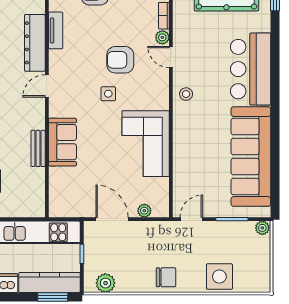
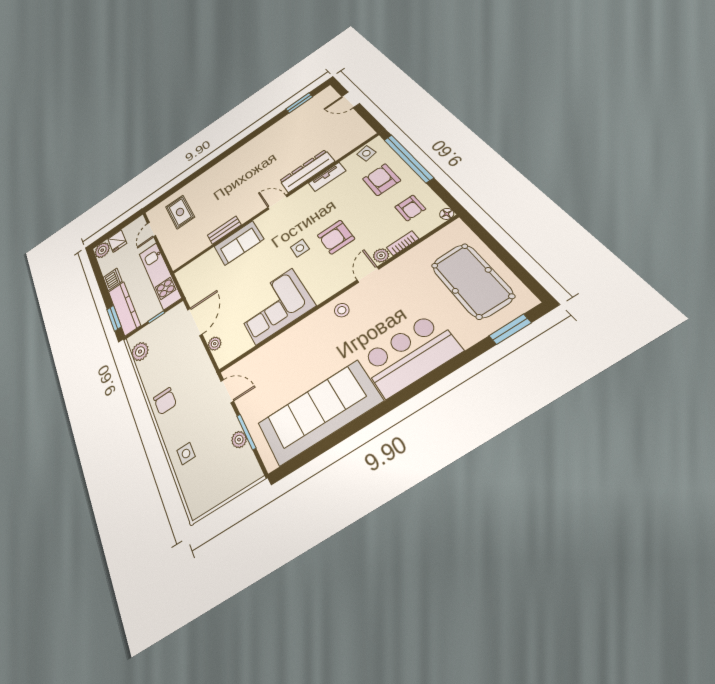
armchair: (120, 60) -> (336, 237), turned -90
plant: (262, 228) -> (239, 440), moved
side table: (219, 277) -> (186, 454), width x0.54, depth x0.54

